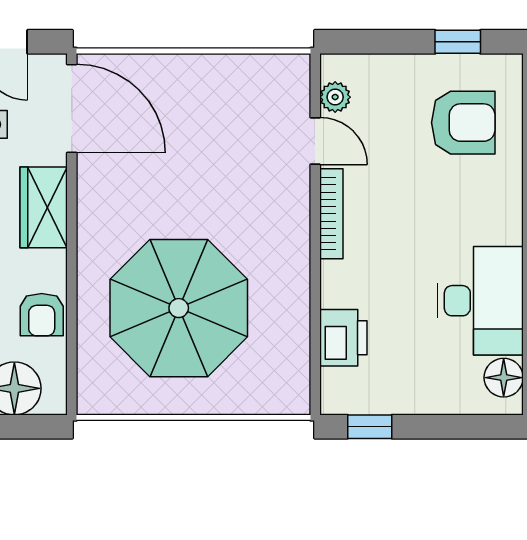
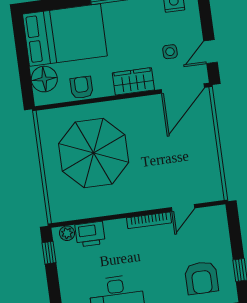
plant: (335, 97) -> (67, 233), moved
armchair: (42, 315) -> (82, 87), turned 90

